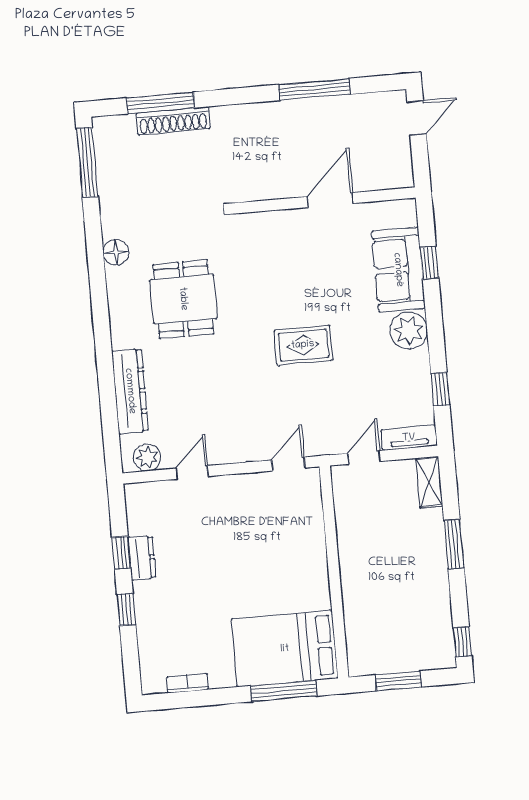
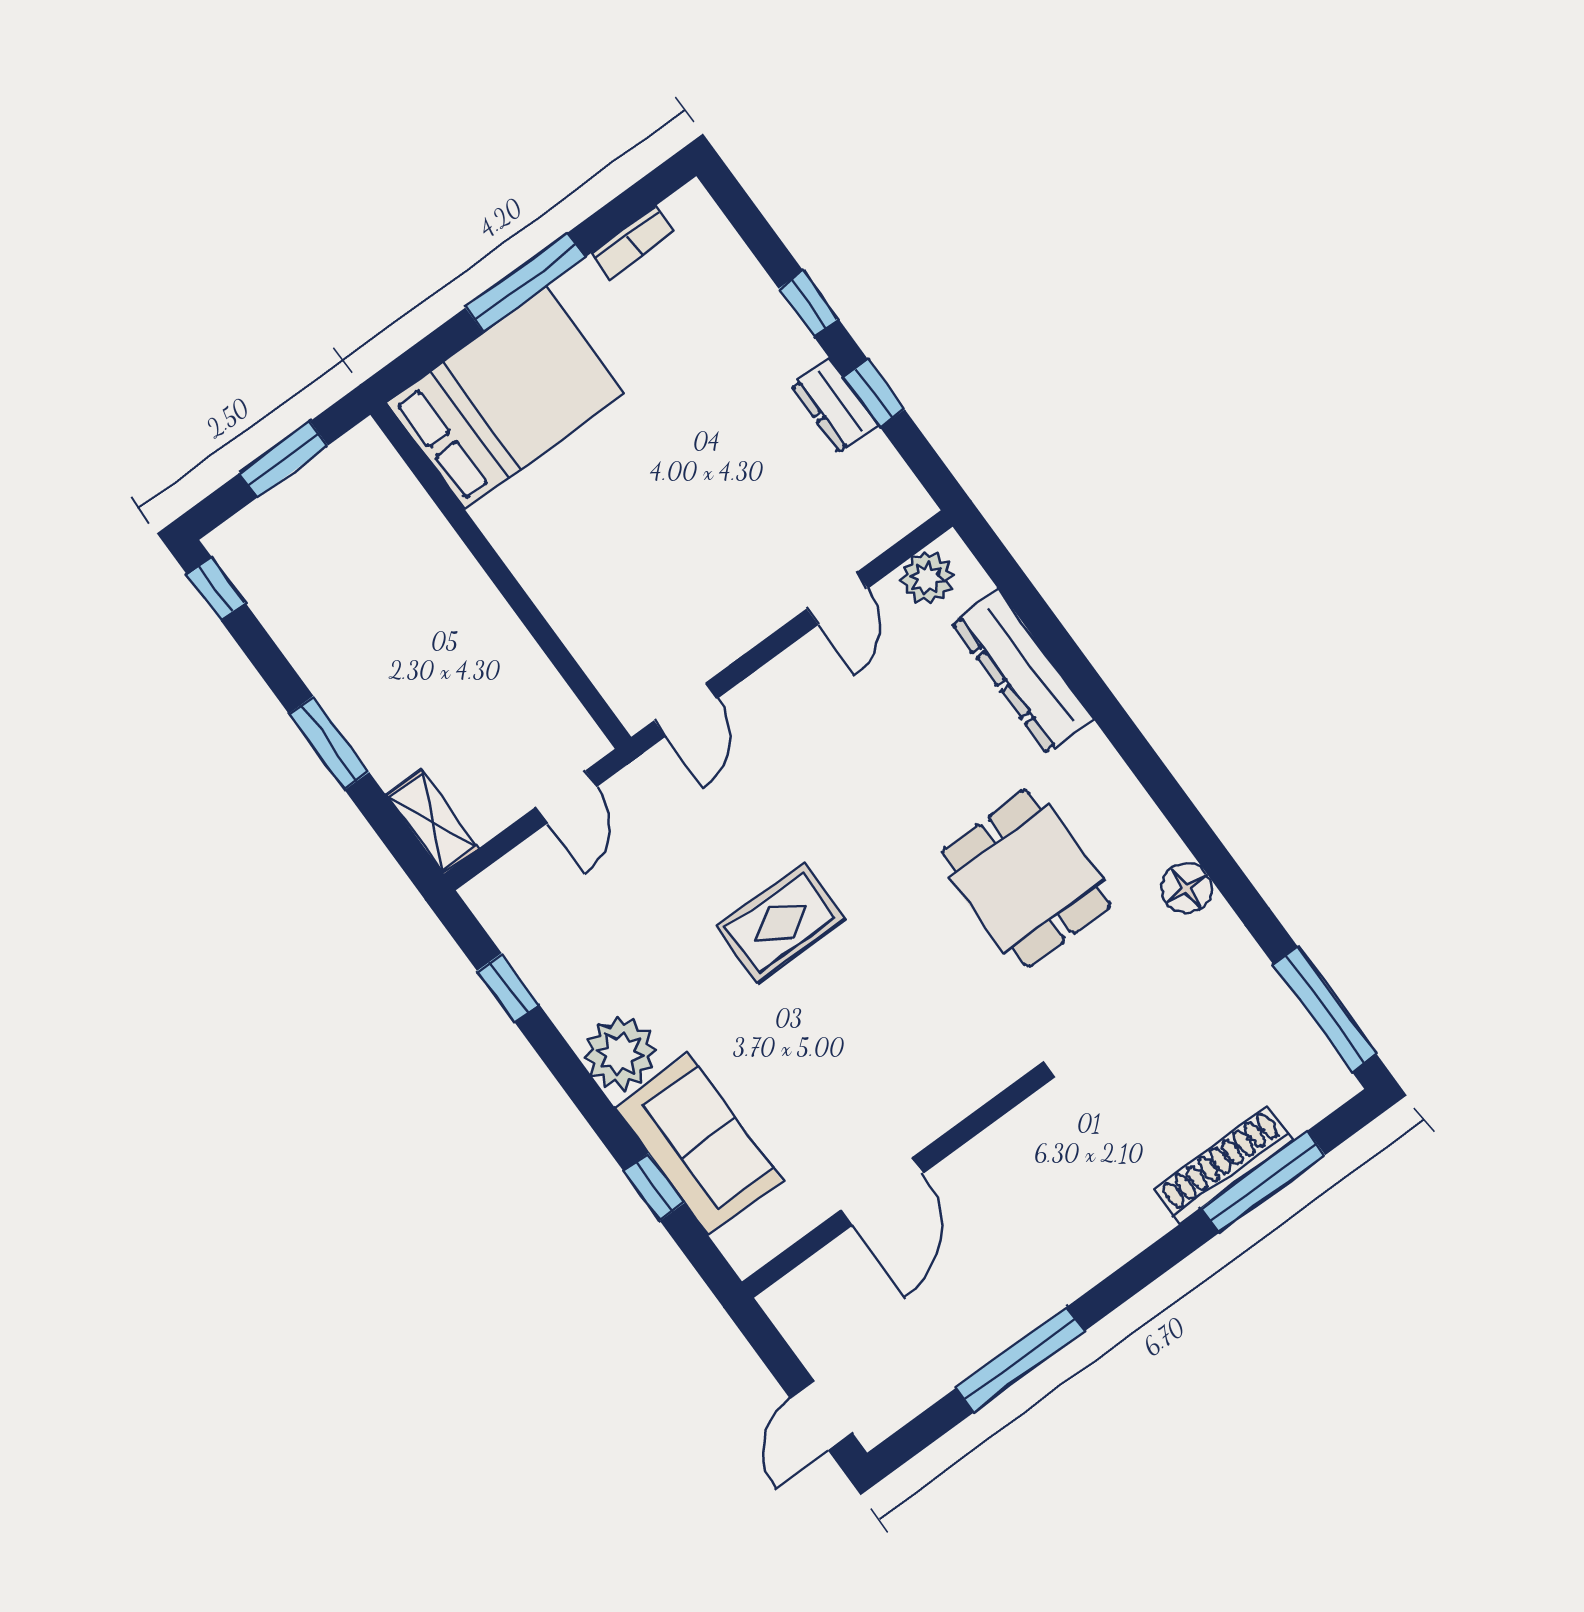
tv unit: (409, 438) -> (511, 875), removed
window: (284, 691) -> (525, 283), moved

